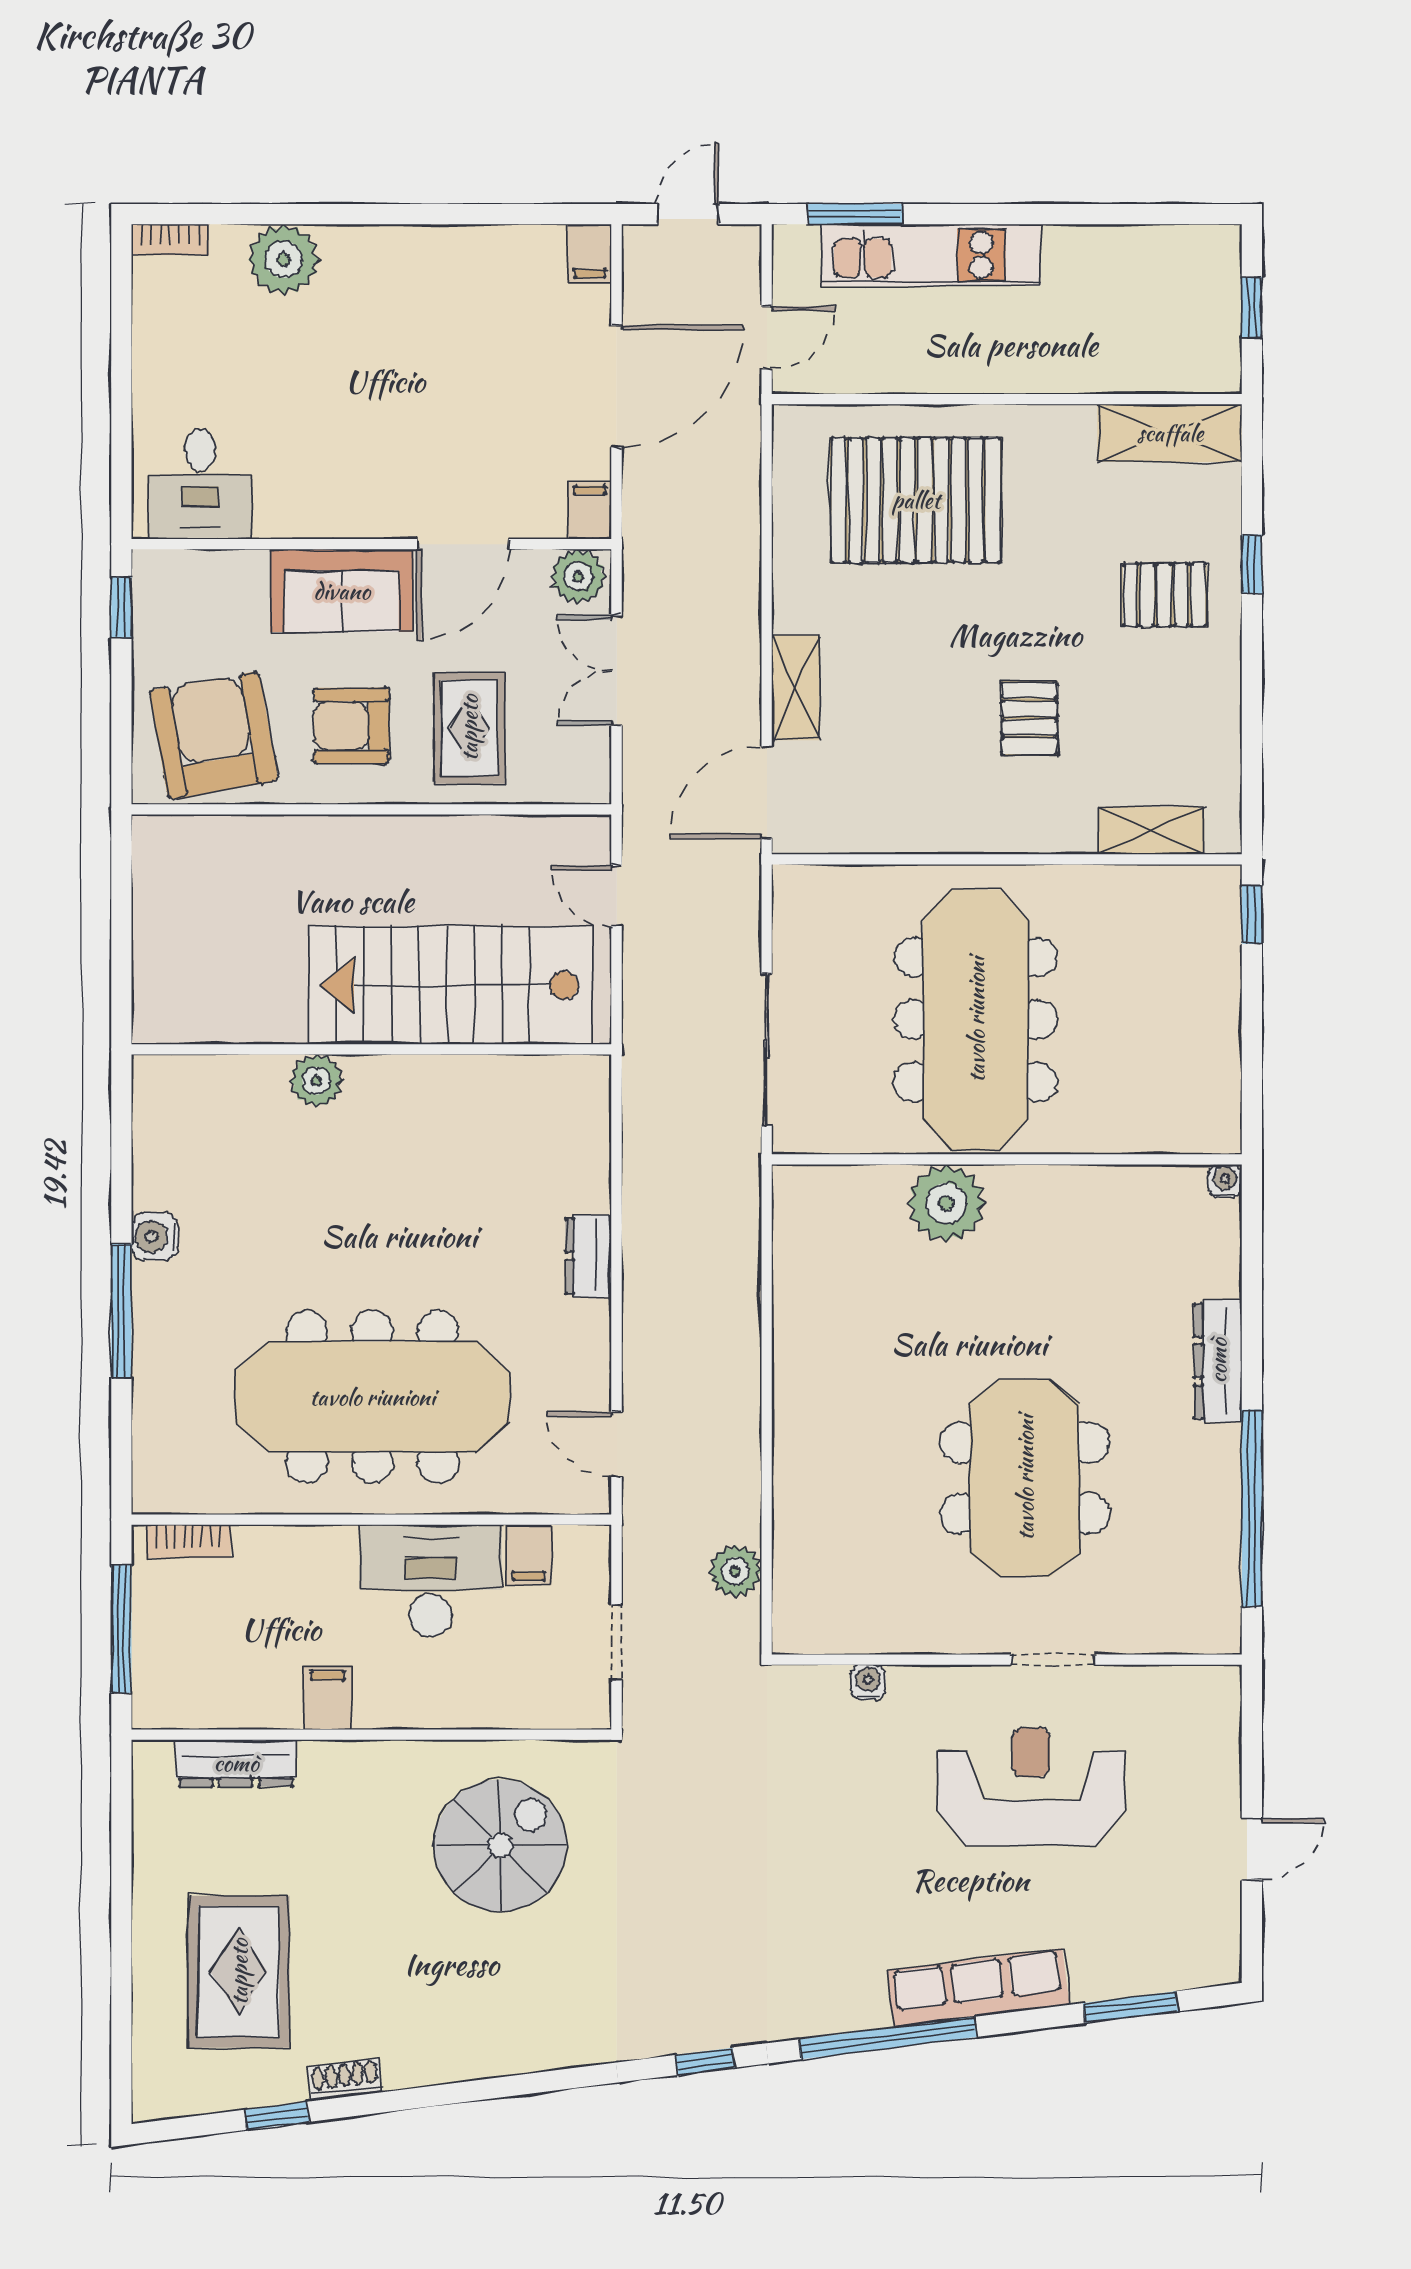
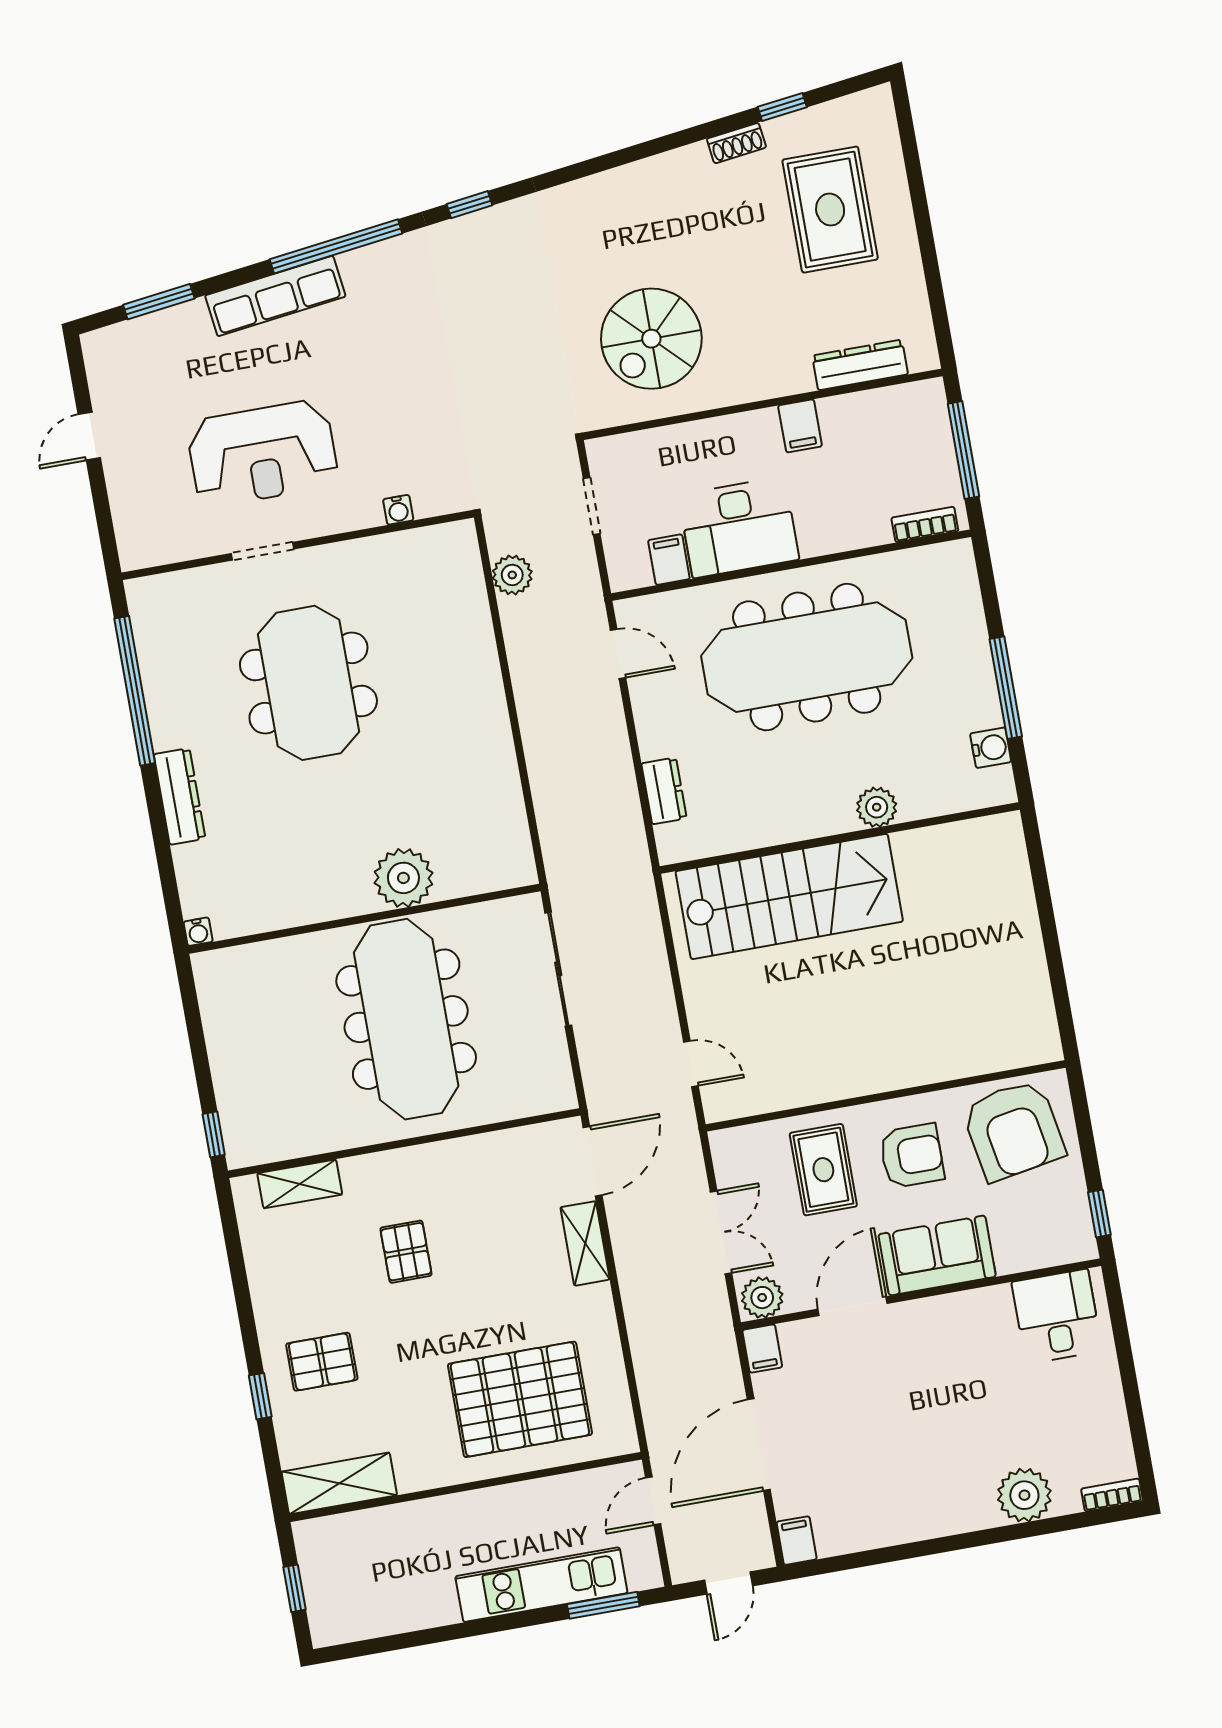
stairs: (450, 985) -> (789, 896), moved
wall: (371, 1049) -> (840, 838), moved
plant: (316, 1081) -> (877, 807), moved

